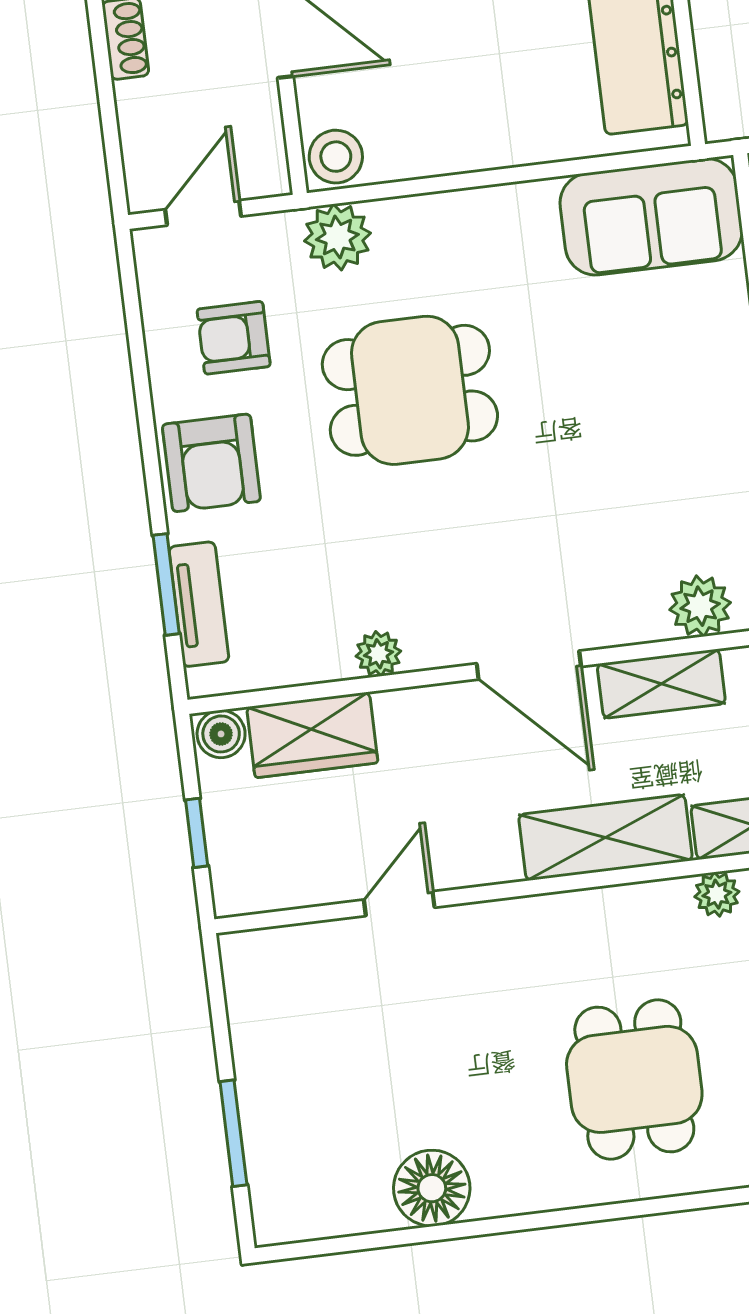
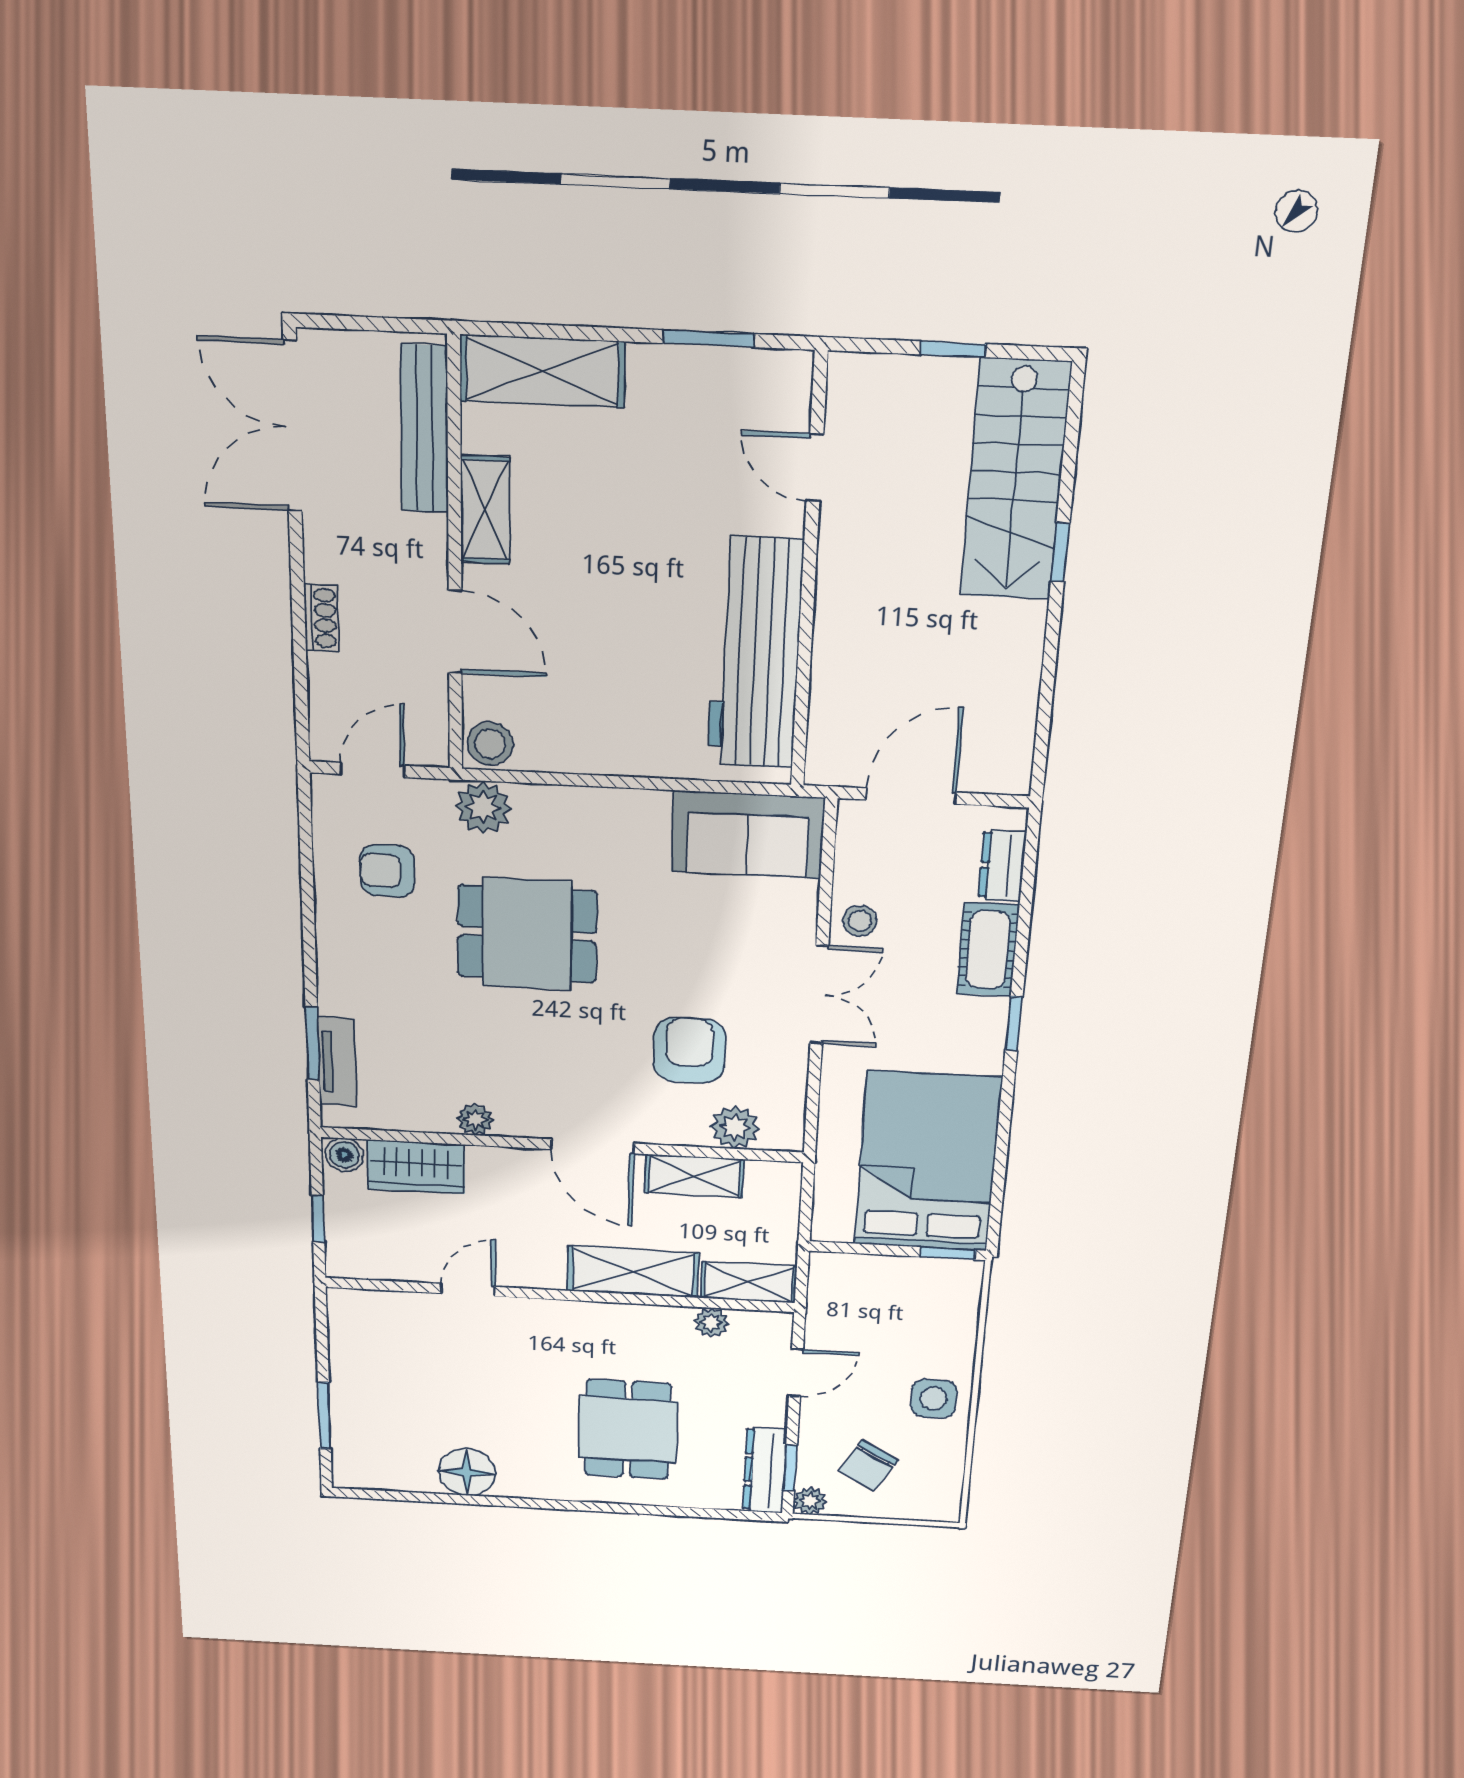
armchair: (211, 463) -> (689, 1050), moved, turned 180

